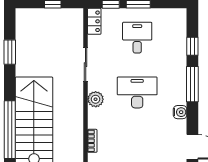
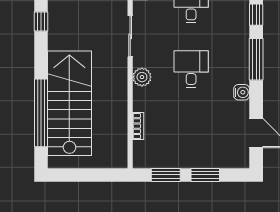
window: (10, 52) -> (41, 21), width x0.67
desk: (137, 92) -> (191, 69), width x0.73

